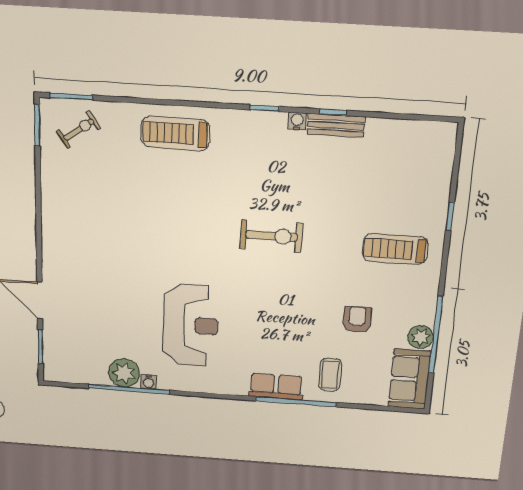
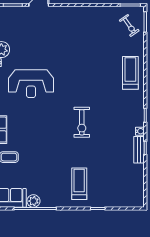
armchair: (357, 319) -> (41, 168), removed

